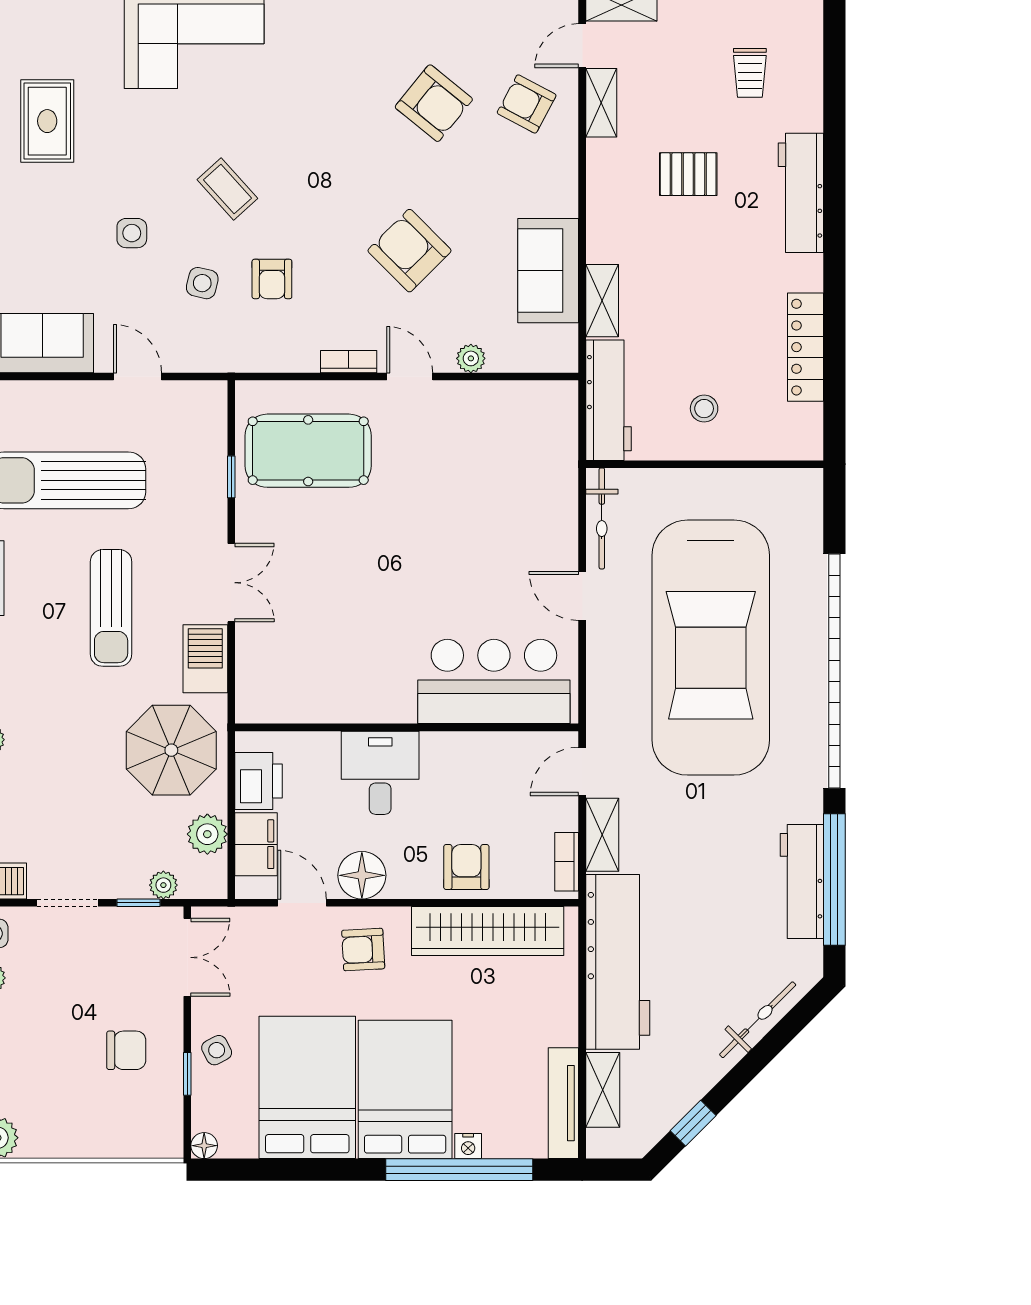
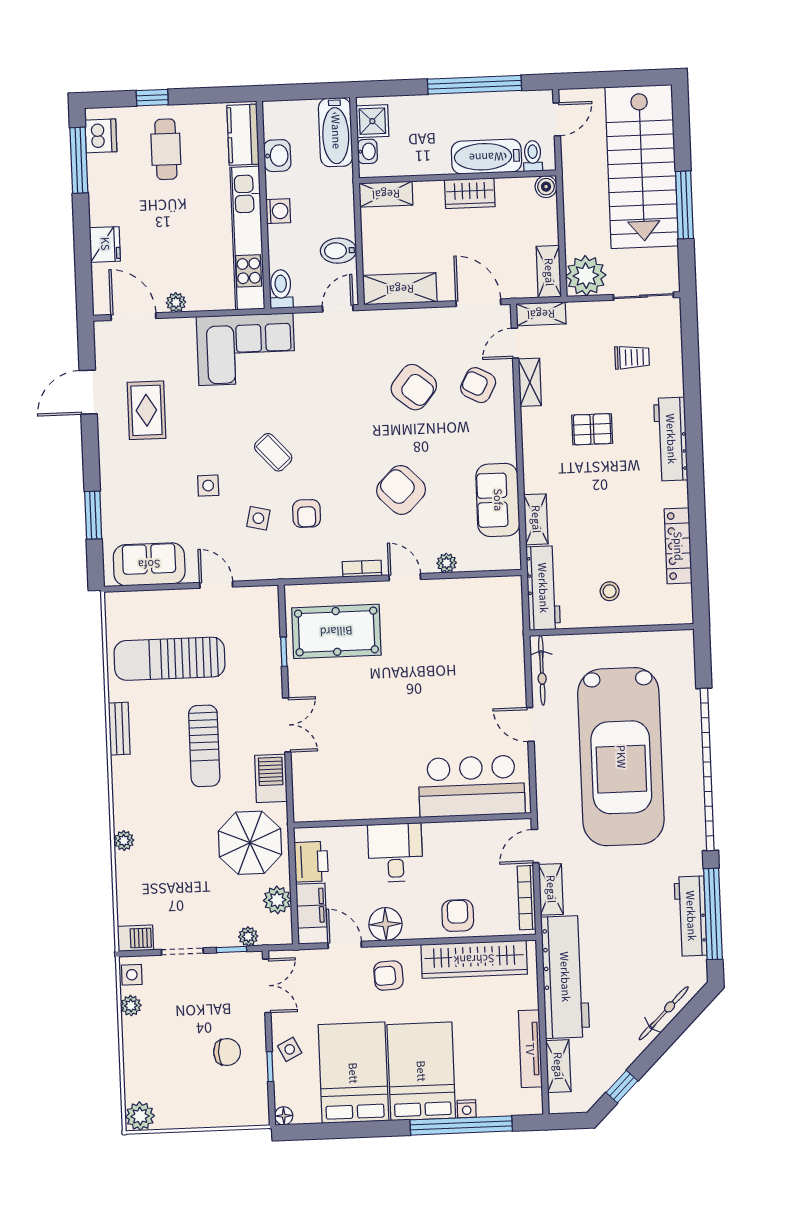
trolley: (750, 73) -> (632, 357), turned -90
bookcase: (567, 862) -> (527, 898), width x1.56
tv unit: (563, 1103) -> (530, 1049), moved

